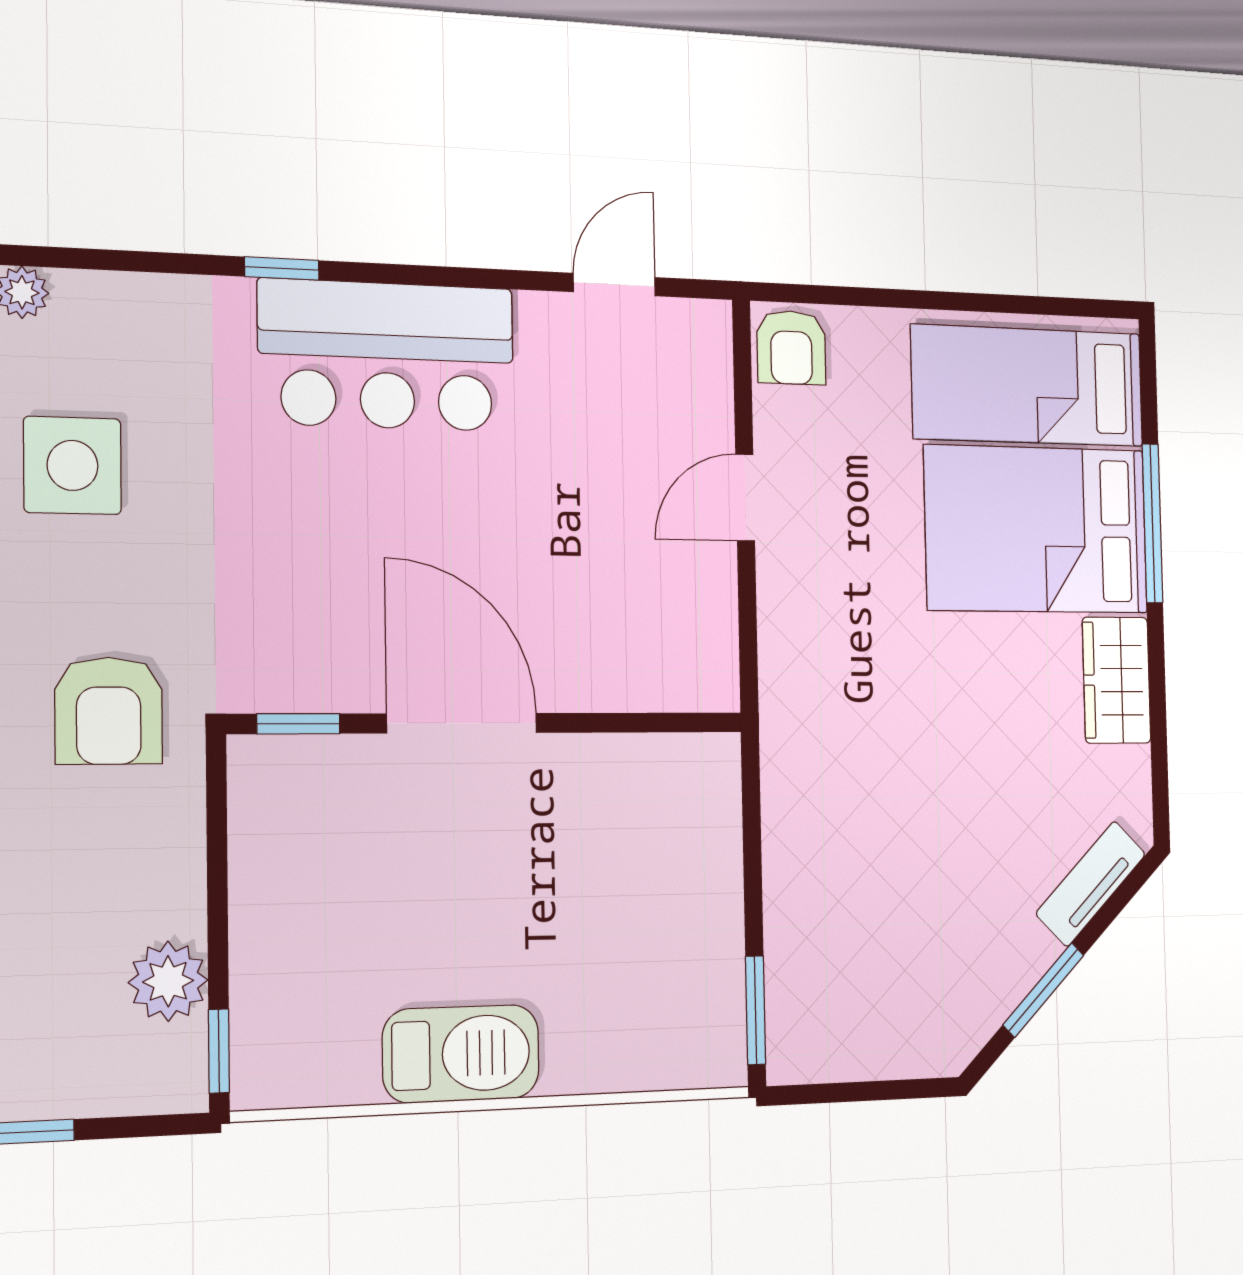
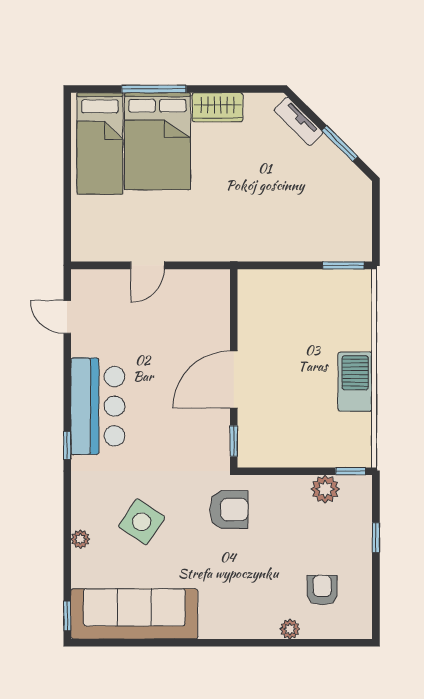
armchair: (791, 348) -> (88, 245), removed
side table: (73, 465) -> (142, 522), turned 34
door: (745, 498) -> (147, 265), hinge flipped

